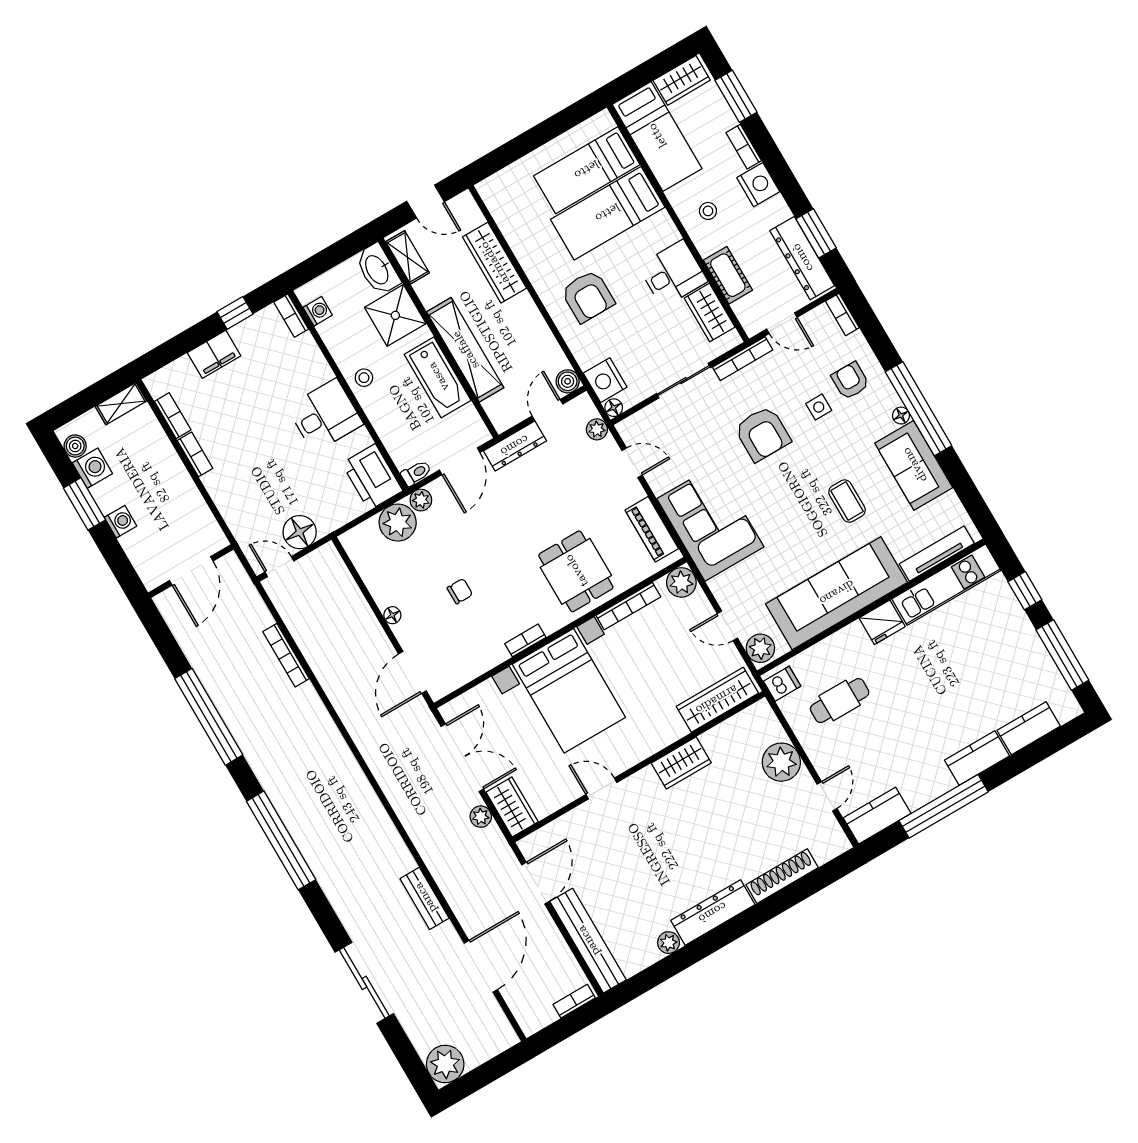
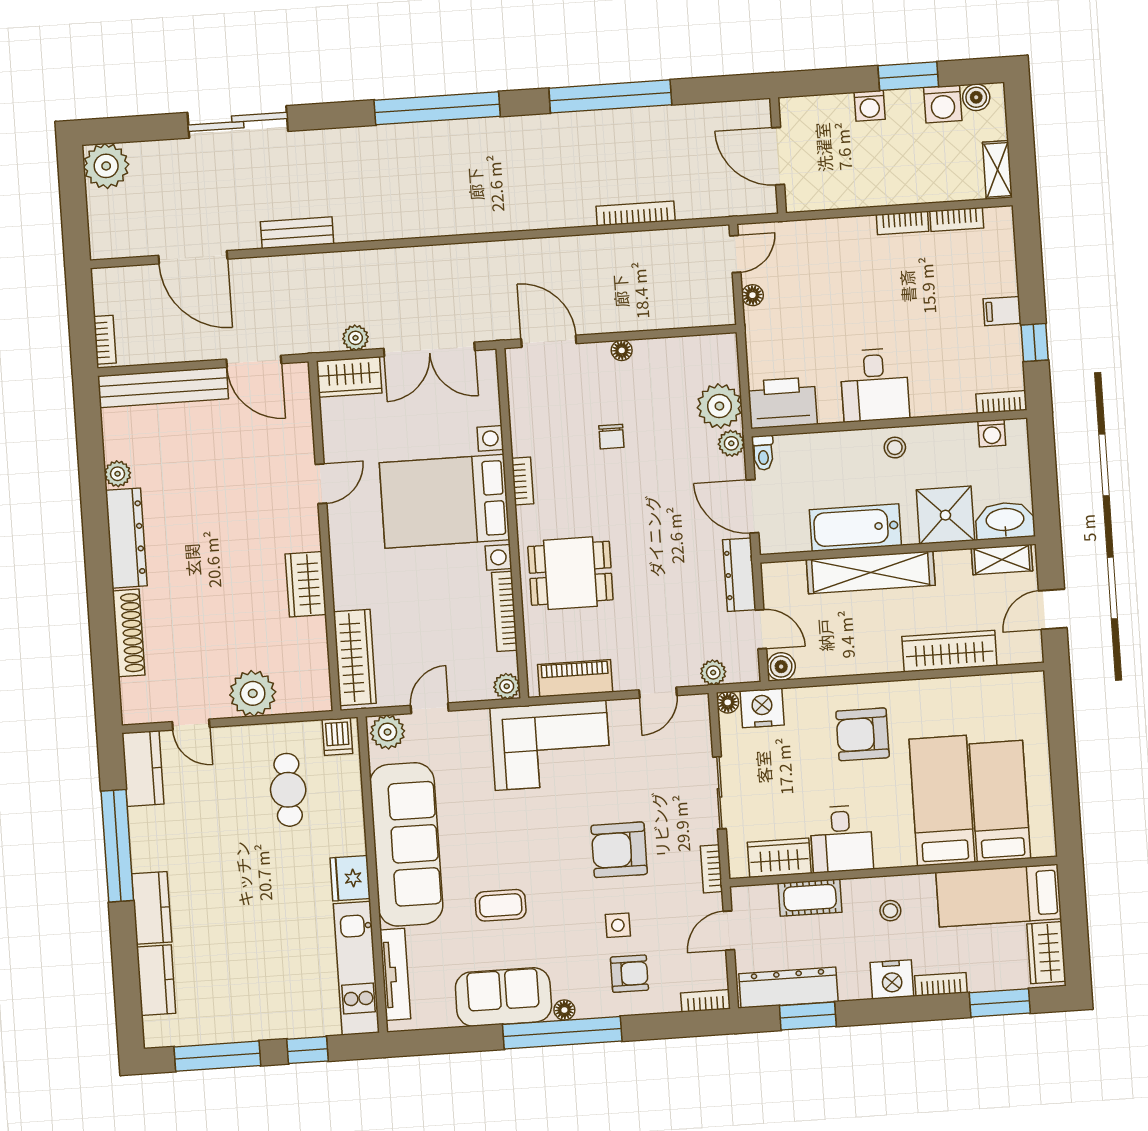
filing cabinet: (214, 354) -> (1002, 311), width x0.50
bookcase: (743, 359) -> (711, 869), width x0.64
floor lamp: (300, 532) -> (752, 295), width x0.53, depth x0.53
plant: (681, 582) -> (507, 686), width x0.73, depth x0.73

